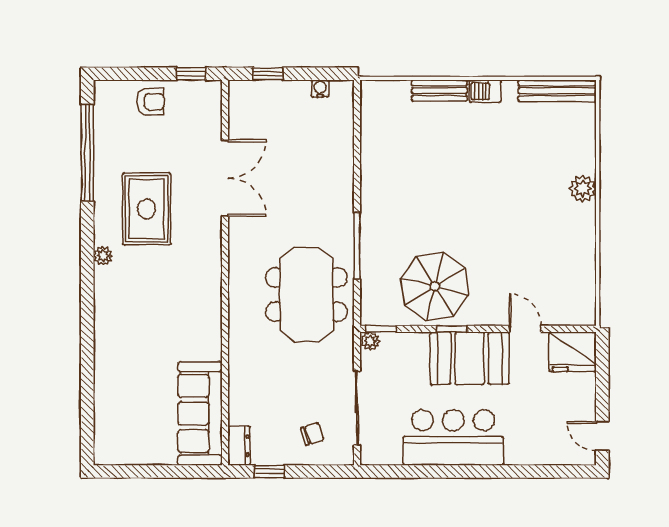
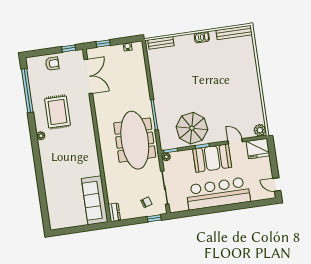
bench: (439, 91) -> (161, 43), moved
double door: (225, 178) -> (88, 76), moved
plant: (583, 188) -> (260, 130), moved
meeting table: (306, 295) -> (135, 140), width x1.36
bar counter: (453, 437) -> (218, 194), width x1.36
window: (270, 471) -> (154, 218), moved

